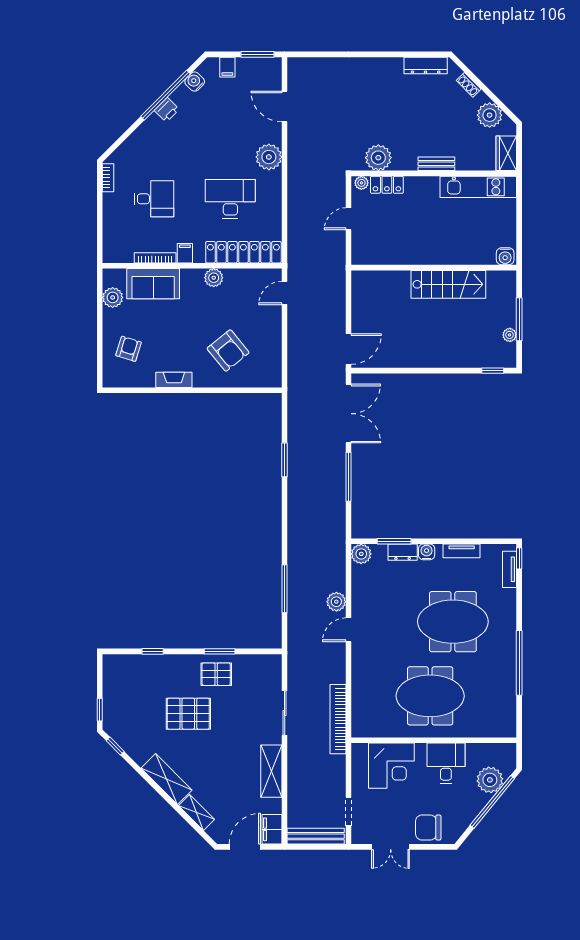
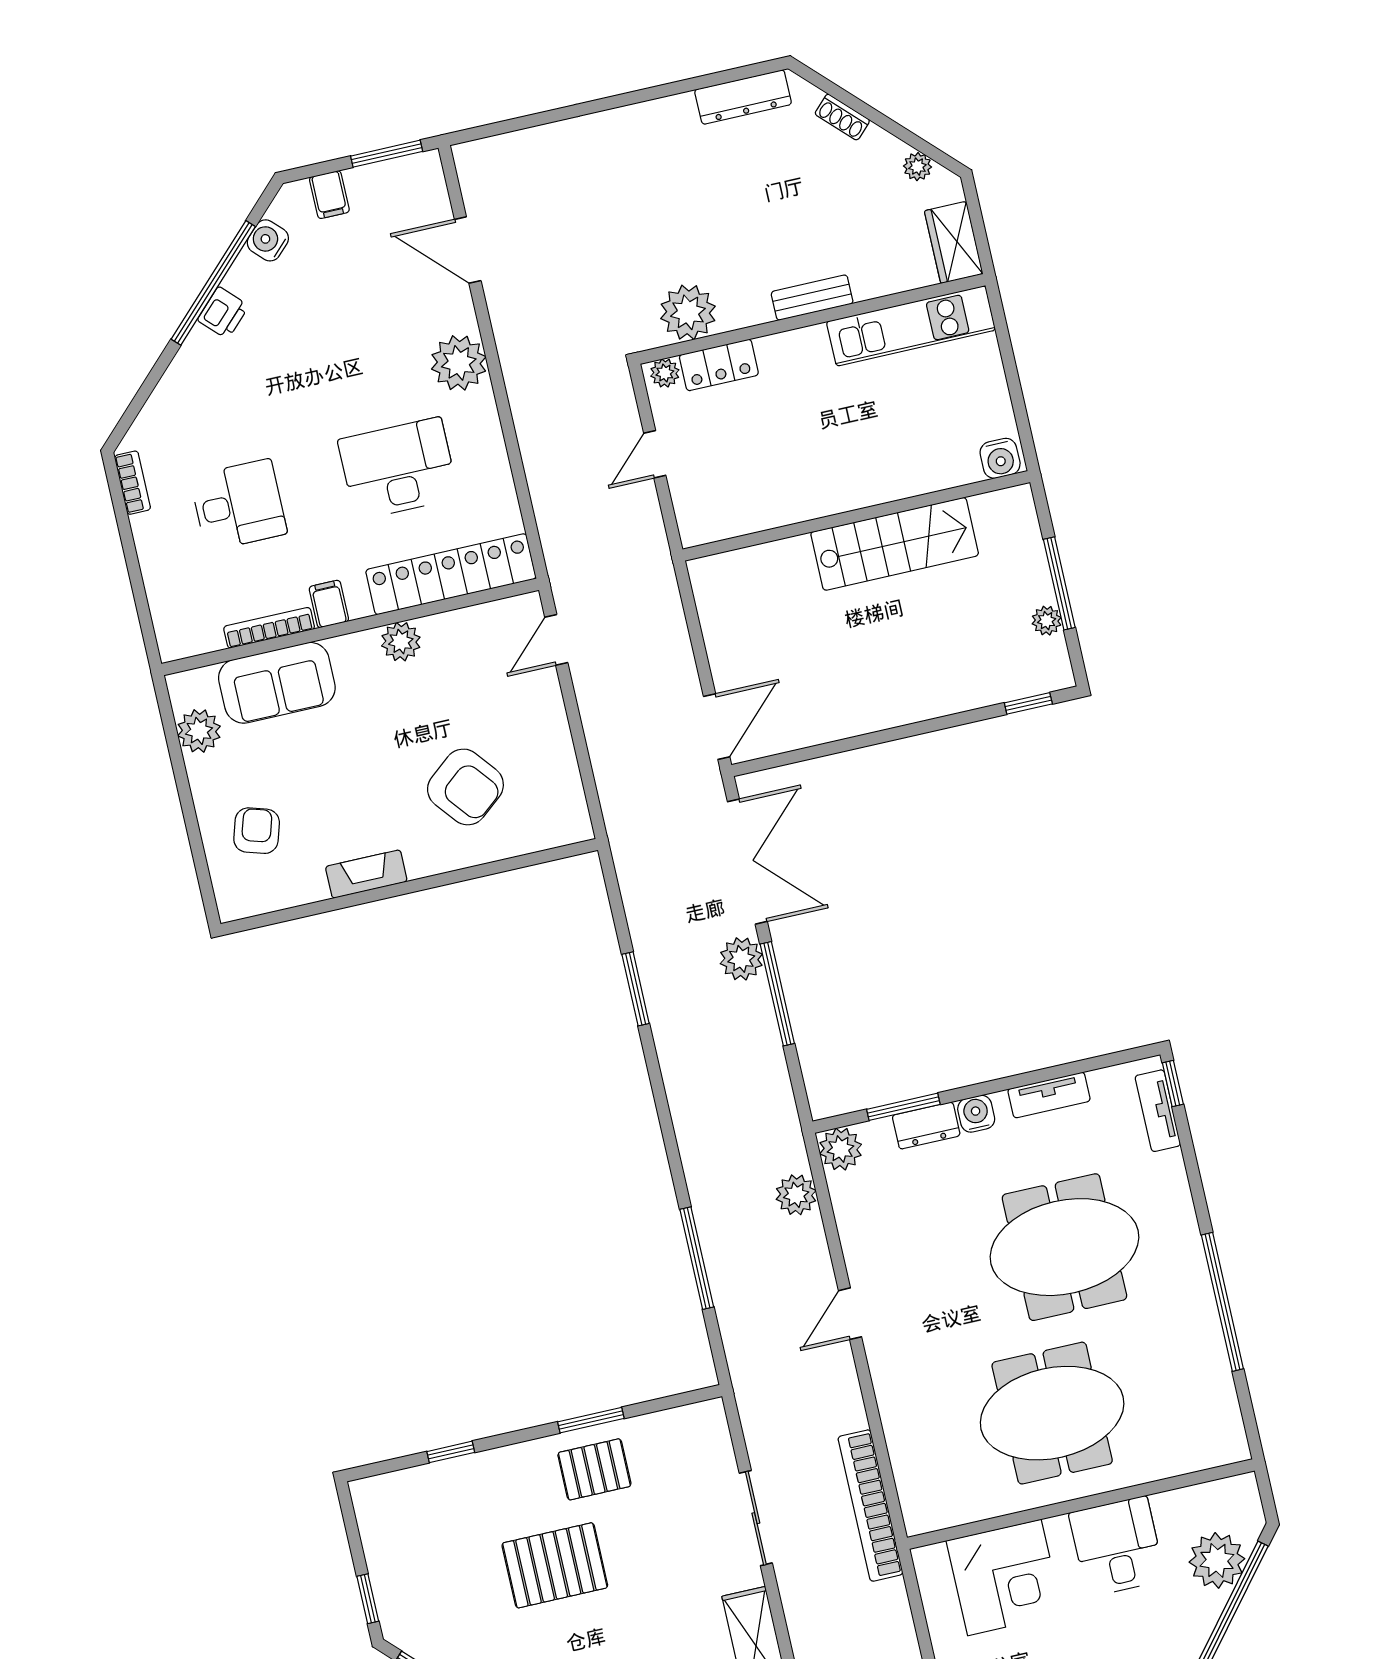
plant: (490, 115) -> (917, 167), width x0.53, depth x0.53
plant: (336, 457) -> (741, 959), added
plant: (336, 602) -> (796, 1195), moved

